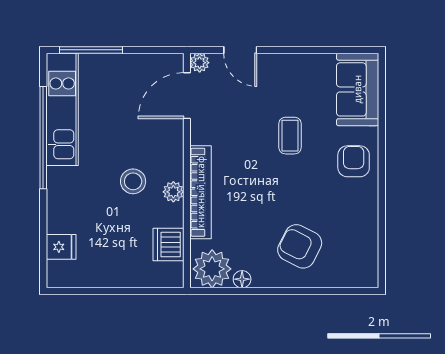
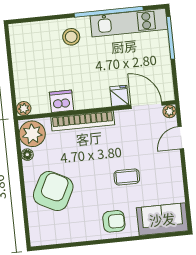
stool: (133, 181) -> (71, 37), moved
plant: (173, 192) -> (24, 108), moved
dishwasher: (168, 245) -> (62, 101), moved
armchair: (300, 246) -> (53, 191), width x1.36, depth x1.36
fridge: (61, 247) -> (119, 96), moved, turned 180

